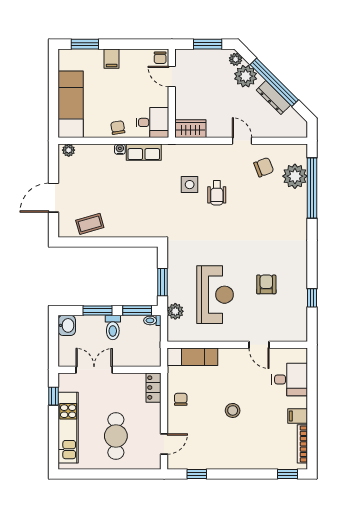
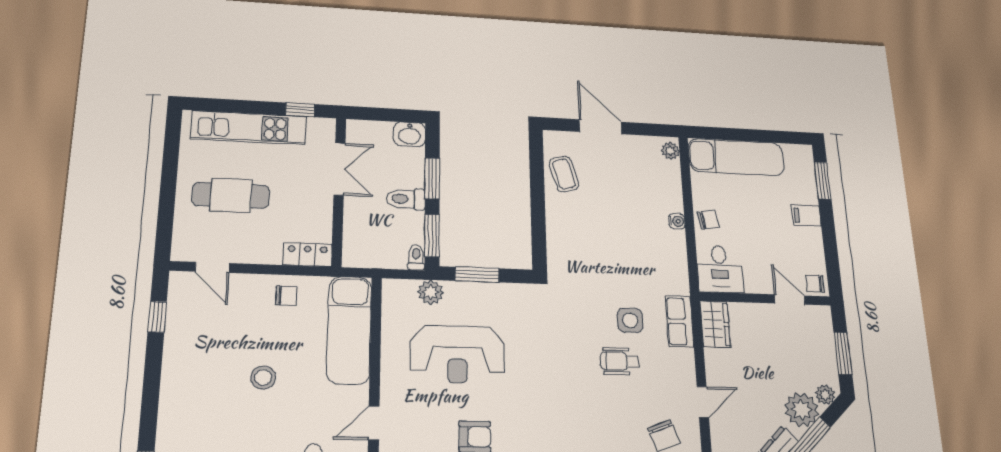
door: (172, 76) -> (790, 300), hinge flipped
row of seats: (144, 152) -> (680, 321), moved
exam couch: (192, 357) -> (349, 330), width x1.36, depth x1.45

